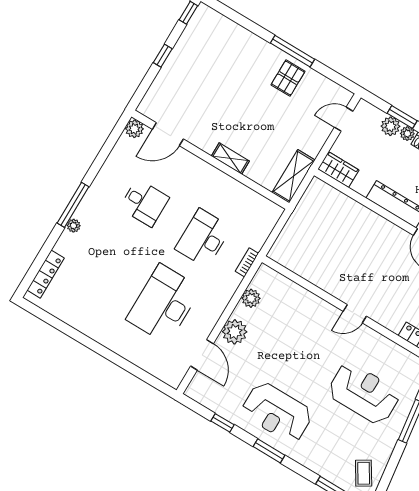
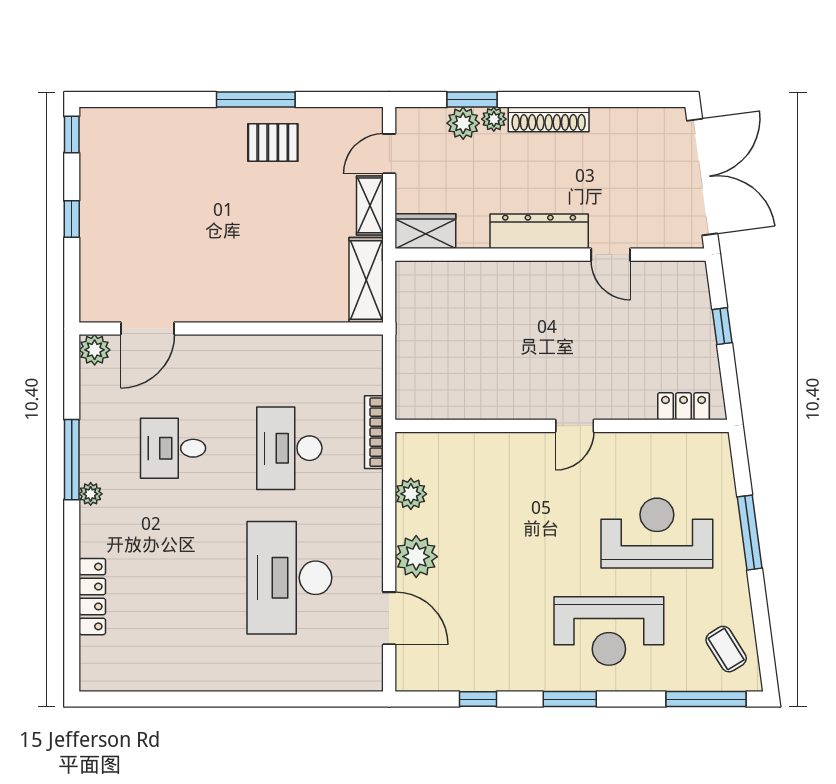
pallet: (288, 78) -> (273, 142), turned 90
shelving: (230, 158) -> (370, 205), moved, turned 90
desk: (144, 203) -> (173, 448), turned 180
window: (73, 205) -> (72, 460), moved
plant: (74, 226) -> (91, 494), moved
bookcase: (247, 262) -> (374, 432), width x1.56
locker: (46, 274) -> (92, 597), moved
reception desk: (277, 412) -> (609, 631), moved

